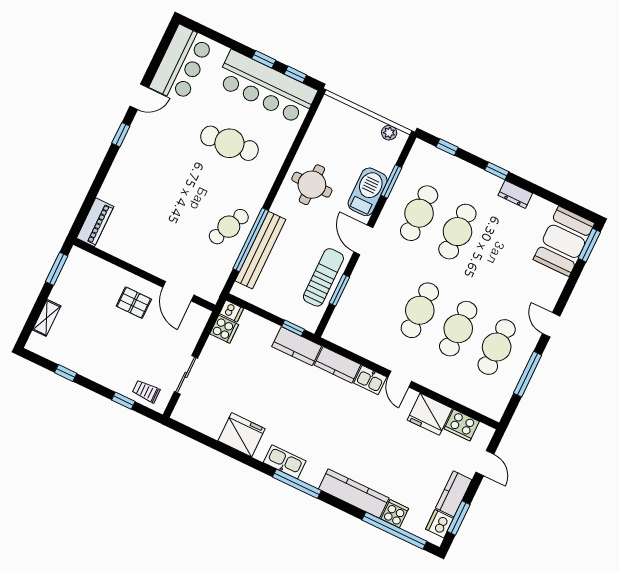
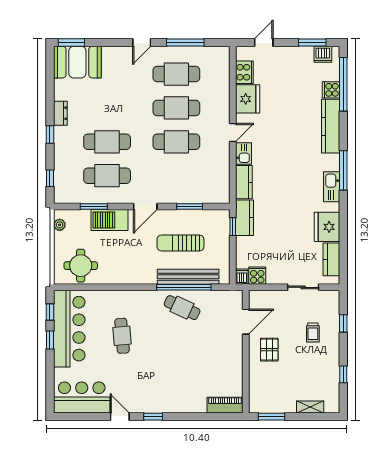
cafe table: (229, 143) -> (122, 336), width x0.73, depth x0.74
round table: (312, 185) -> (81, 266), moved
sun lounger: (323, 277) -> (180, 243), moved
trolley: (146, 391) -> (313, 332), moved
kitchen counter: (454, 494) -> (331, 259), moved, turned 90

